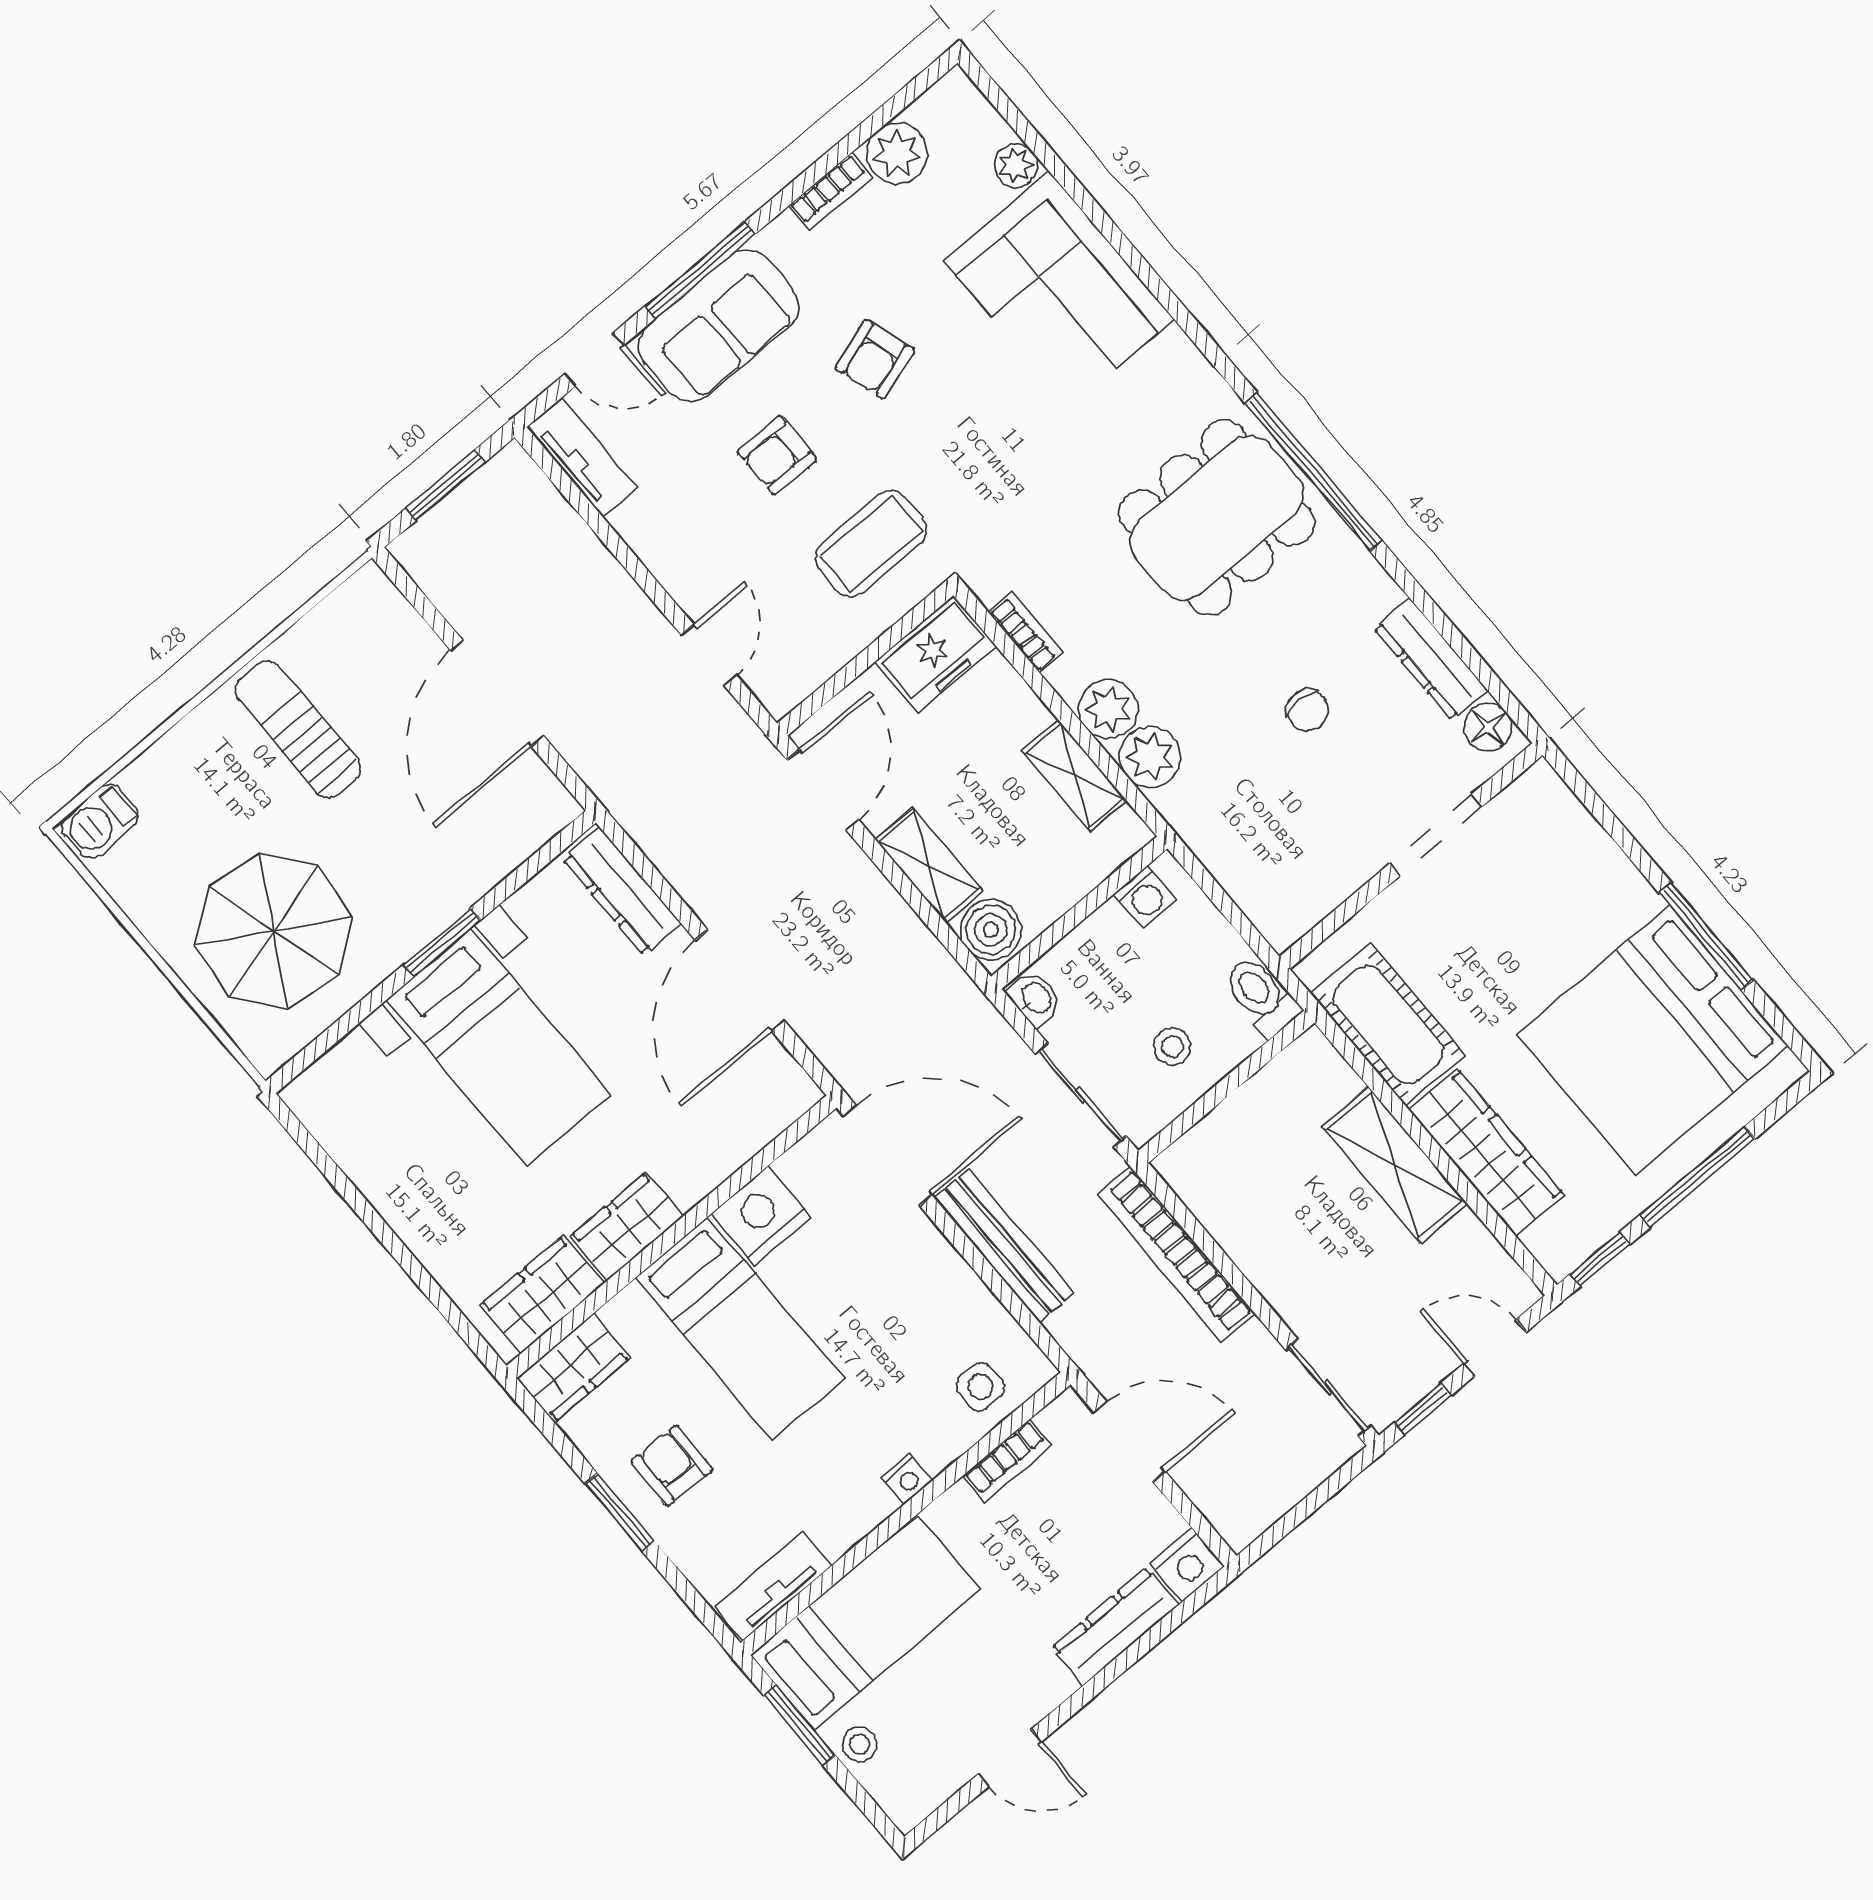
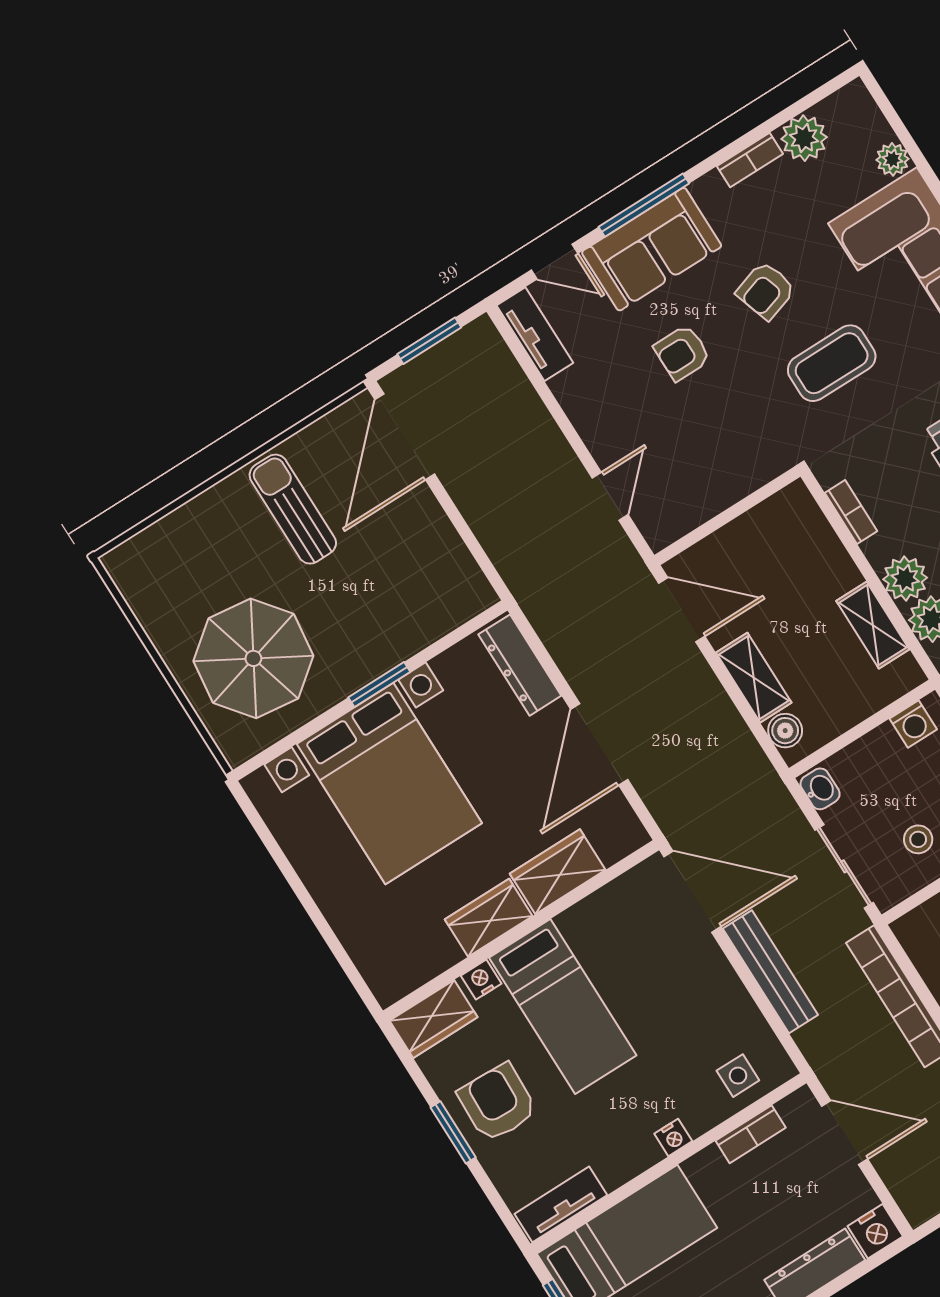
coffee table: (871, 544) -> (832, 363), moved
freezer: (936, 654) -> (781, 519), removed
door: (497, 693) -> (405, 437), moved
door: (823, 790) -> (682, 610), hinge flipped
barbecue: (100, 821) -> (134, 558), removed
boiler: (991, 930) -> (785, 731), width x0.73, depth x0.73
bed with nightstands: (499, 1048) -> (389, 783), width x1.36
nightstand: (761, 1215) -> (481, 980), moved, width x0.53, depth x0.56
wardrobe: (542, 1295) -> (558, 872), moved
armchair: (672, 1466) -> (497, 1103), width x1.38, depth x1.38

